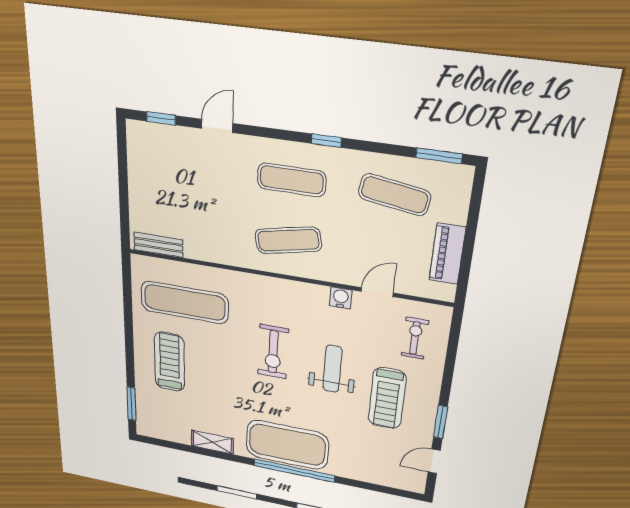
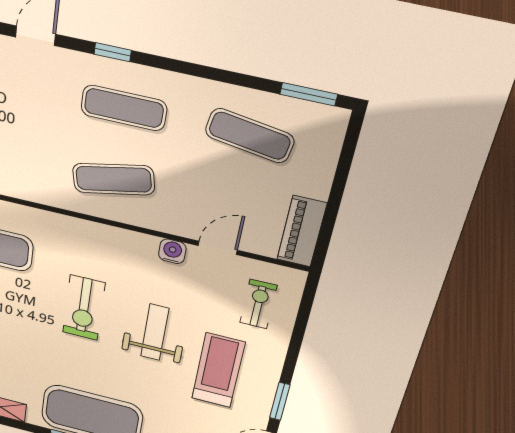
window: (326, 141) -> (113, 52), moved
piano: (447, 254) -> (302, 232), moved
treadmill: (387, 398) -> (218, 370), turned 180

